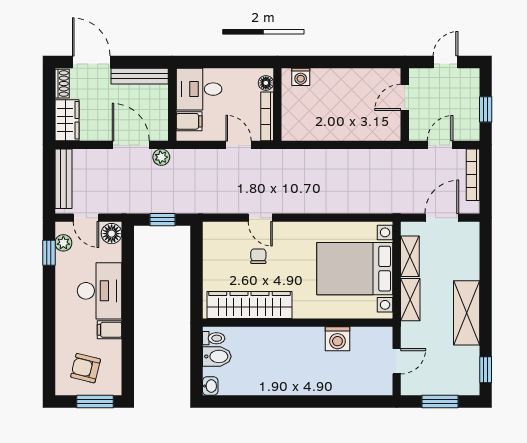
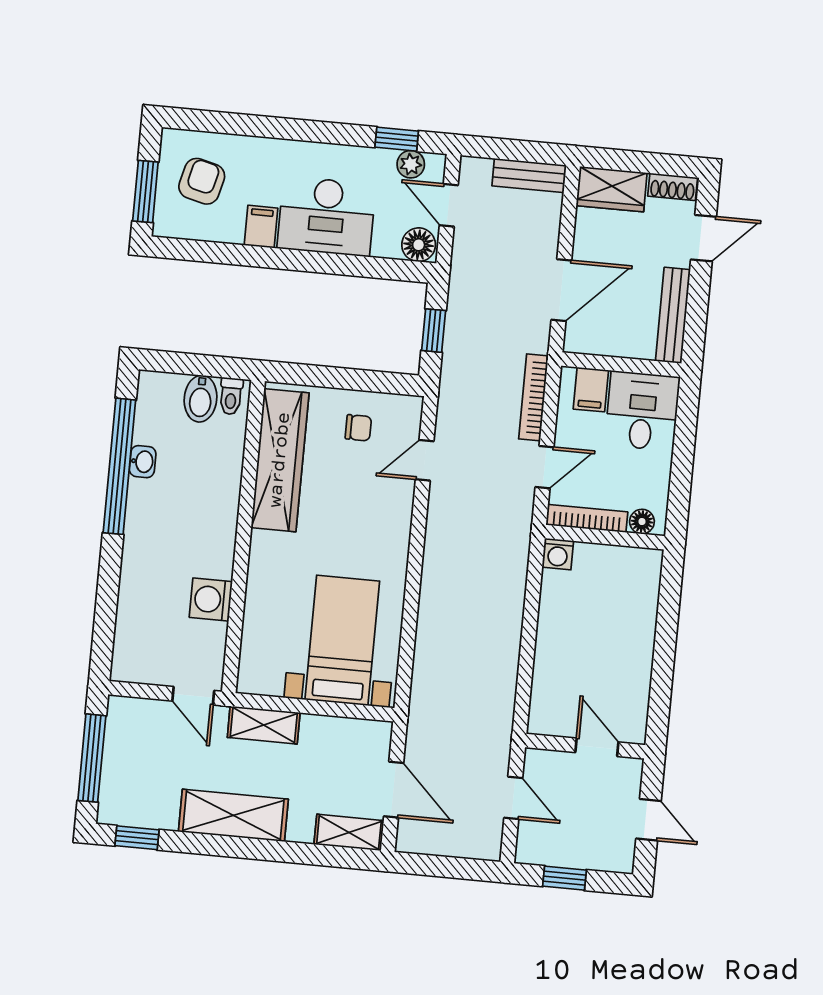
door: (91, 62) -> (704, 238), width x0.73
washing machine: (301, 77) -> (558, 554), moved, turned -90
plant: (161, 157) -> (536, 338), removed
bookcase: (473, 175) -> (533, 397), moved, turned -90
bench: (63, 179) -> (529, 176), width x0.73
door: (86, 218) -> (449, 205), hinge flipped
door: (260, 218) -> (425, 460), moved
chair: (258, 256) -> (358, 428), moved
shelving: (410, 256) -> (349, 832), moved
bed with nightstands: (355, 269) -> (342, 640), width x0.73
door: (397, 361) -> (193, 696), moved
washbasin: (210, 386) -> (143, 462), moved, turned -90
window: (262, 402) -> (119, 466), added
window: (440, 402) -> (92, 758), width x1.44

